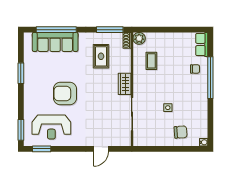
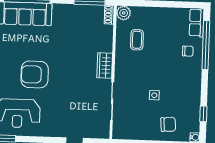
rug: (101, 56) -> (78, 32), removed
window: (210, 78) -> (206, 45), moved
window: (210, 122) -> (203, 114), added

